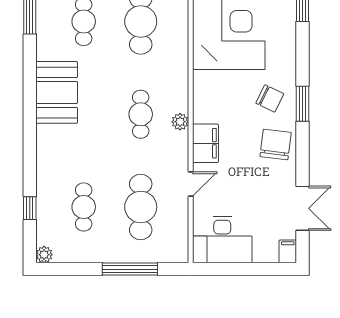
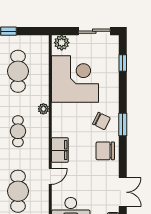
plant: (180, 122) -> (43, 109), moved
chair: (276, 144) -> (105, 151), turned -97

